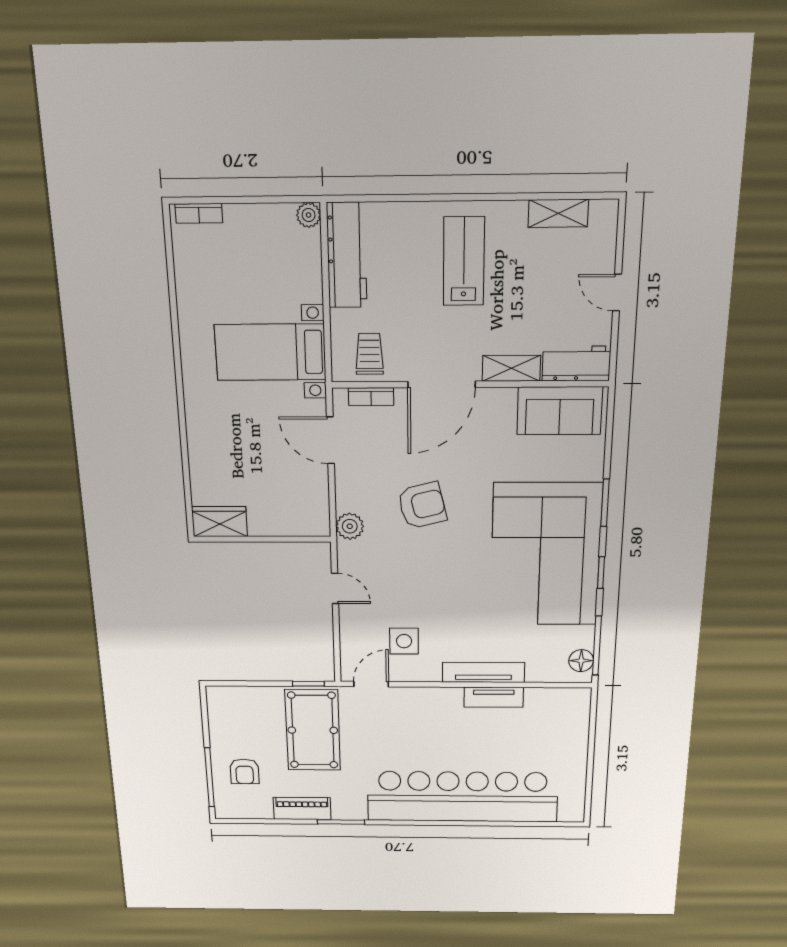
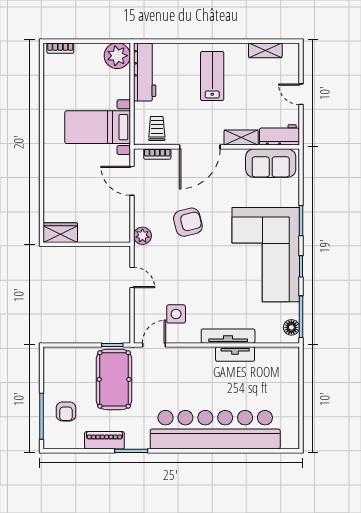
plant: (309, 215) -> (117, 56), width x1.87, depth x1.87

